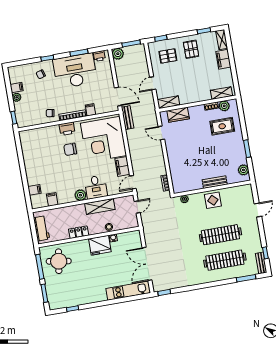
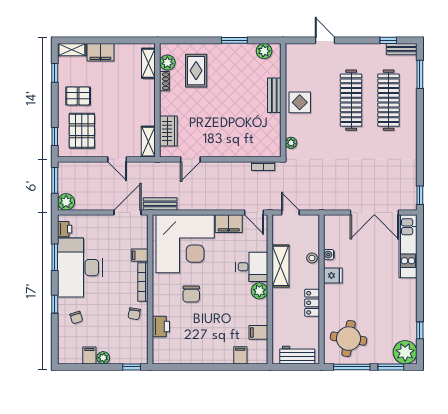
pallet: (168, 56) -> (82, 131), width x1.50, depth x1.42
printer: (67, 129) -> (161, 326), moved
fridge: (100, 245) -> (333, 276), width x0.53, depth x0.75
plant: (56, 301) -> (405, 352), added

